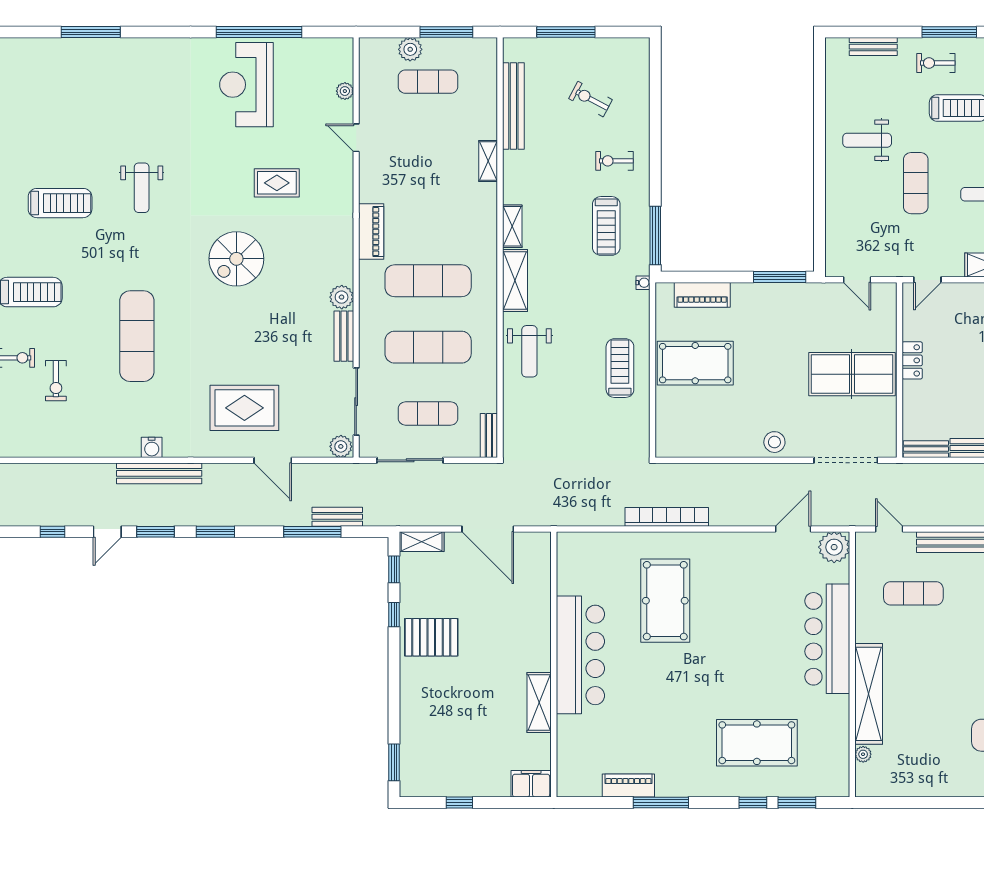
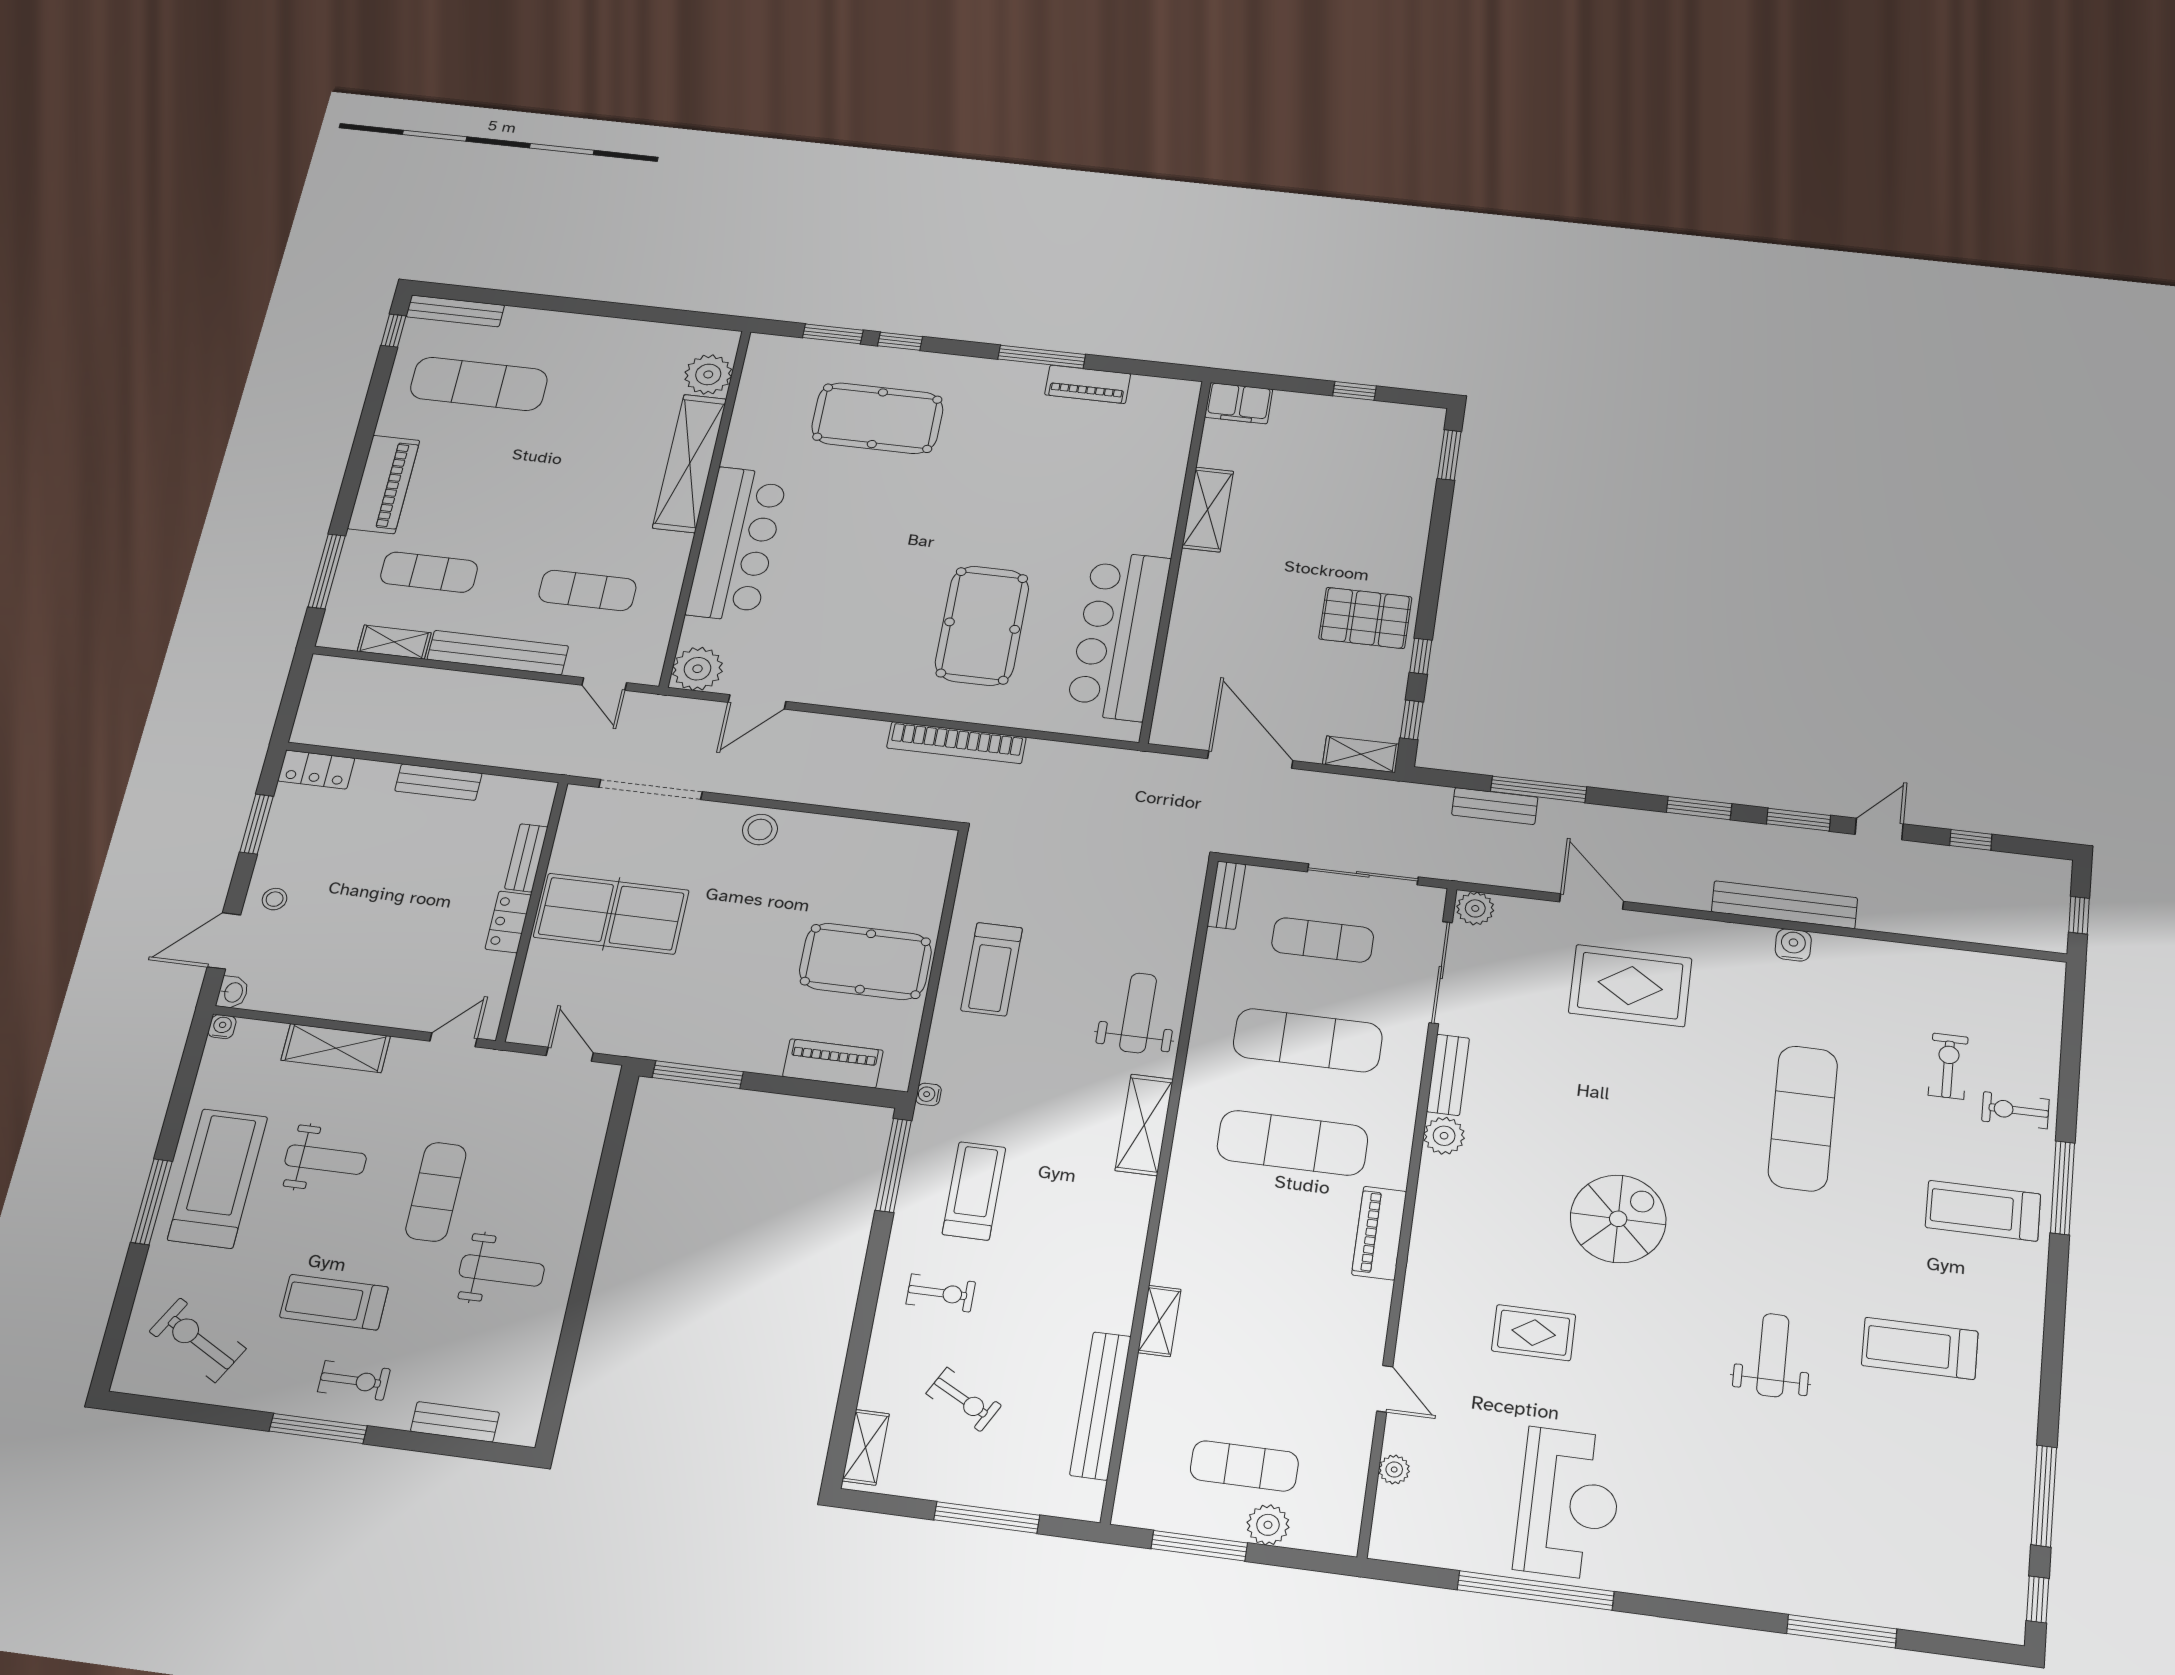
shelving: (512, 226) -> (866, 1447), moved
bench: (926, 449) -> (526, 858), moved, turned 90
bar counter: (580, 655) -> (1119, 635), moved
plant: (863, 754) -> (708, 374), width x1.88, depth x1.88

